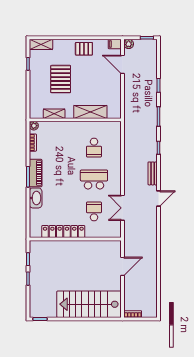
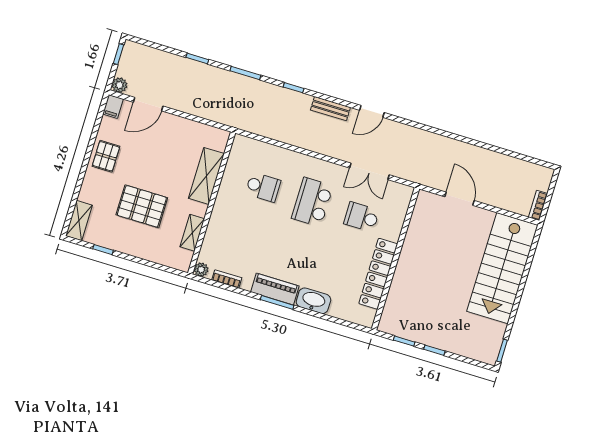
door: (158, 198) -> (372, 111), swing flipped

